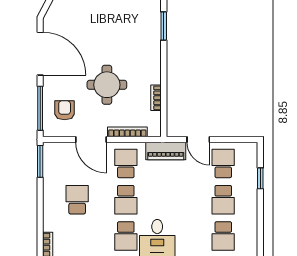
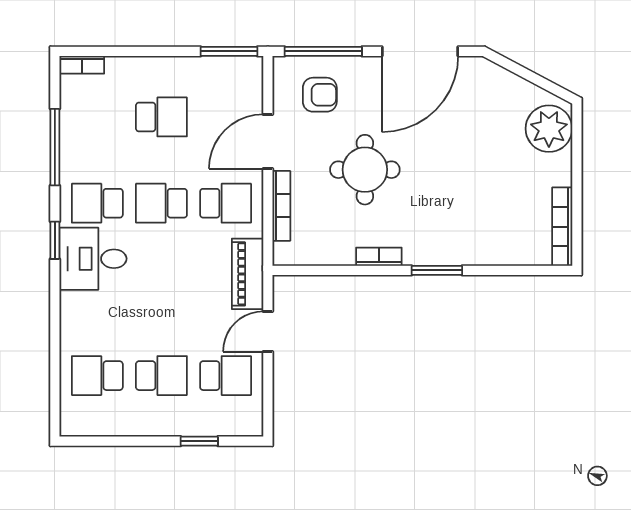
window: (164, 26) -> (437, 270), moved
bookcase: (156, 98) -> (379, 257), moved
school desk: (223, 200) -> (161, 376), turned 180

